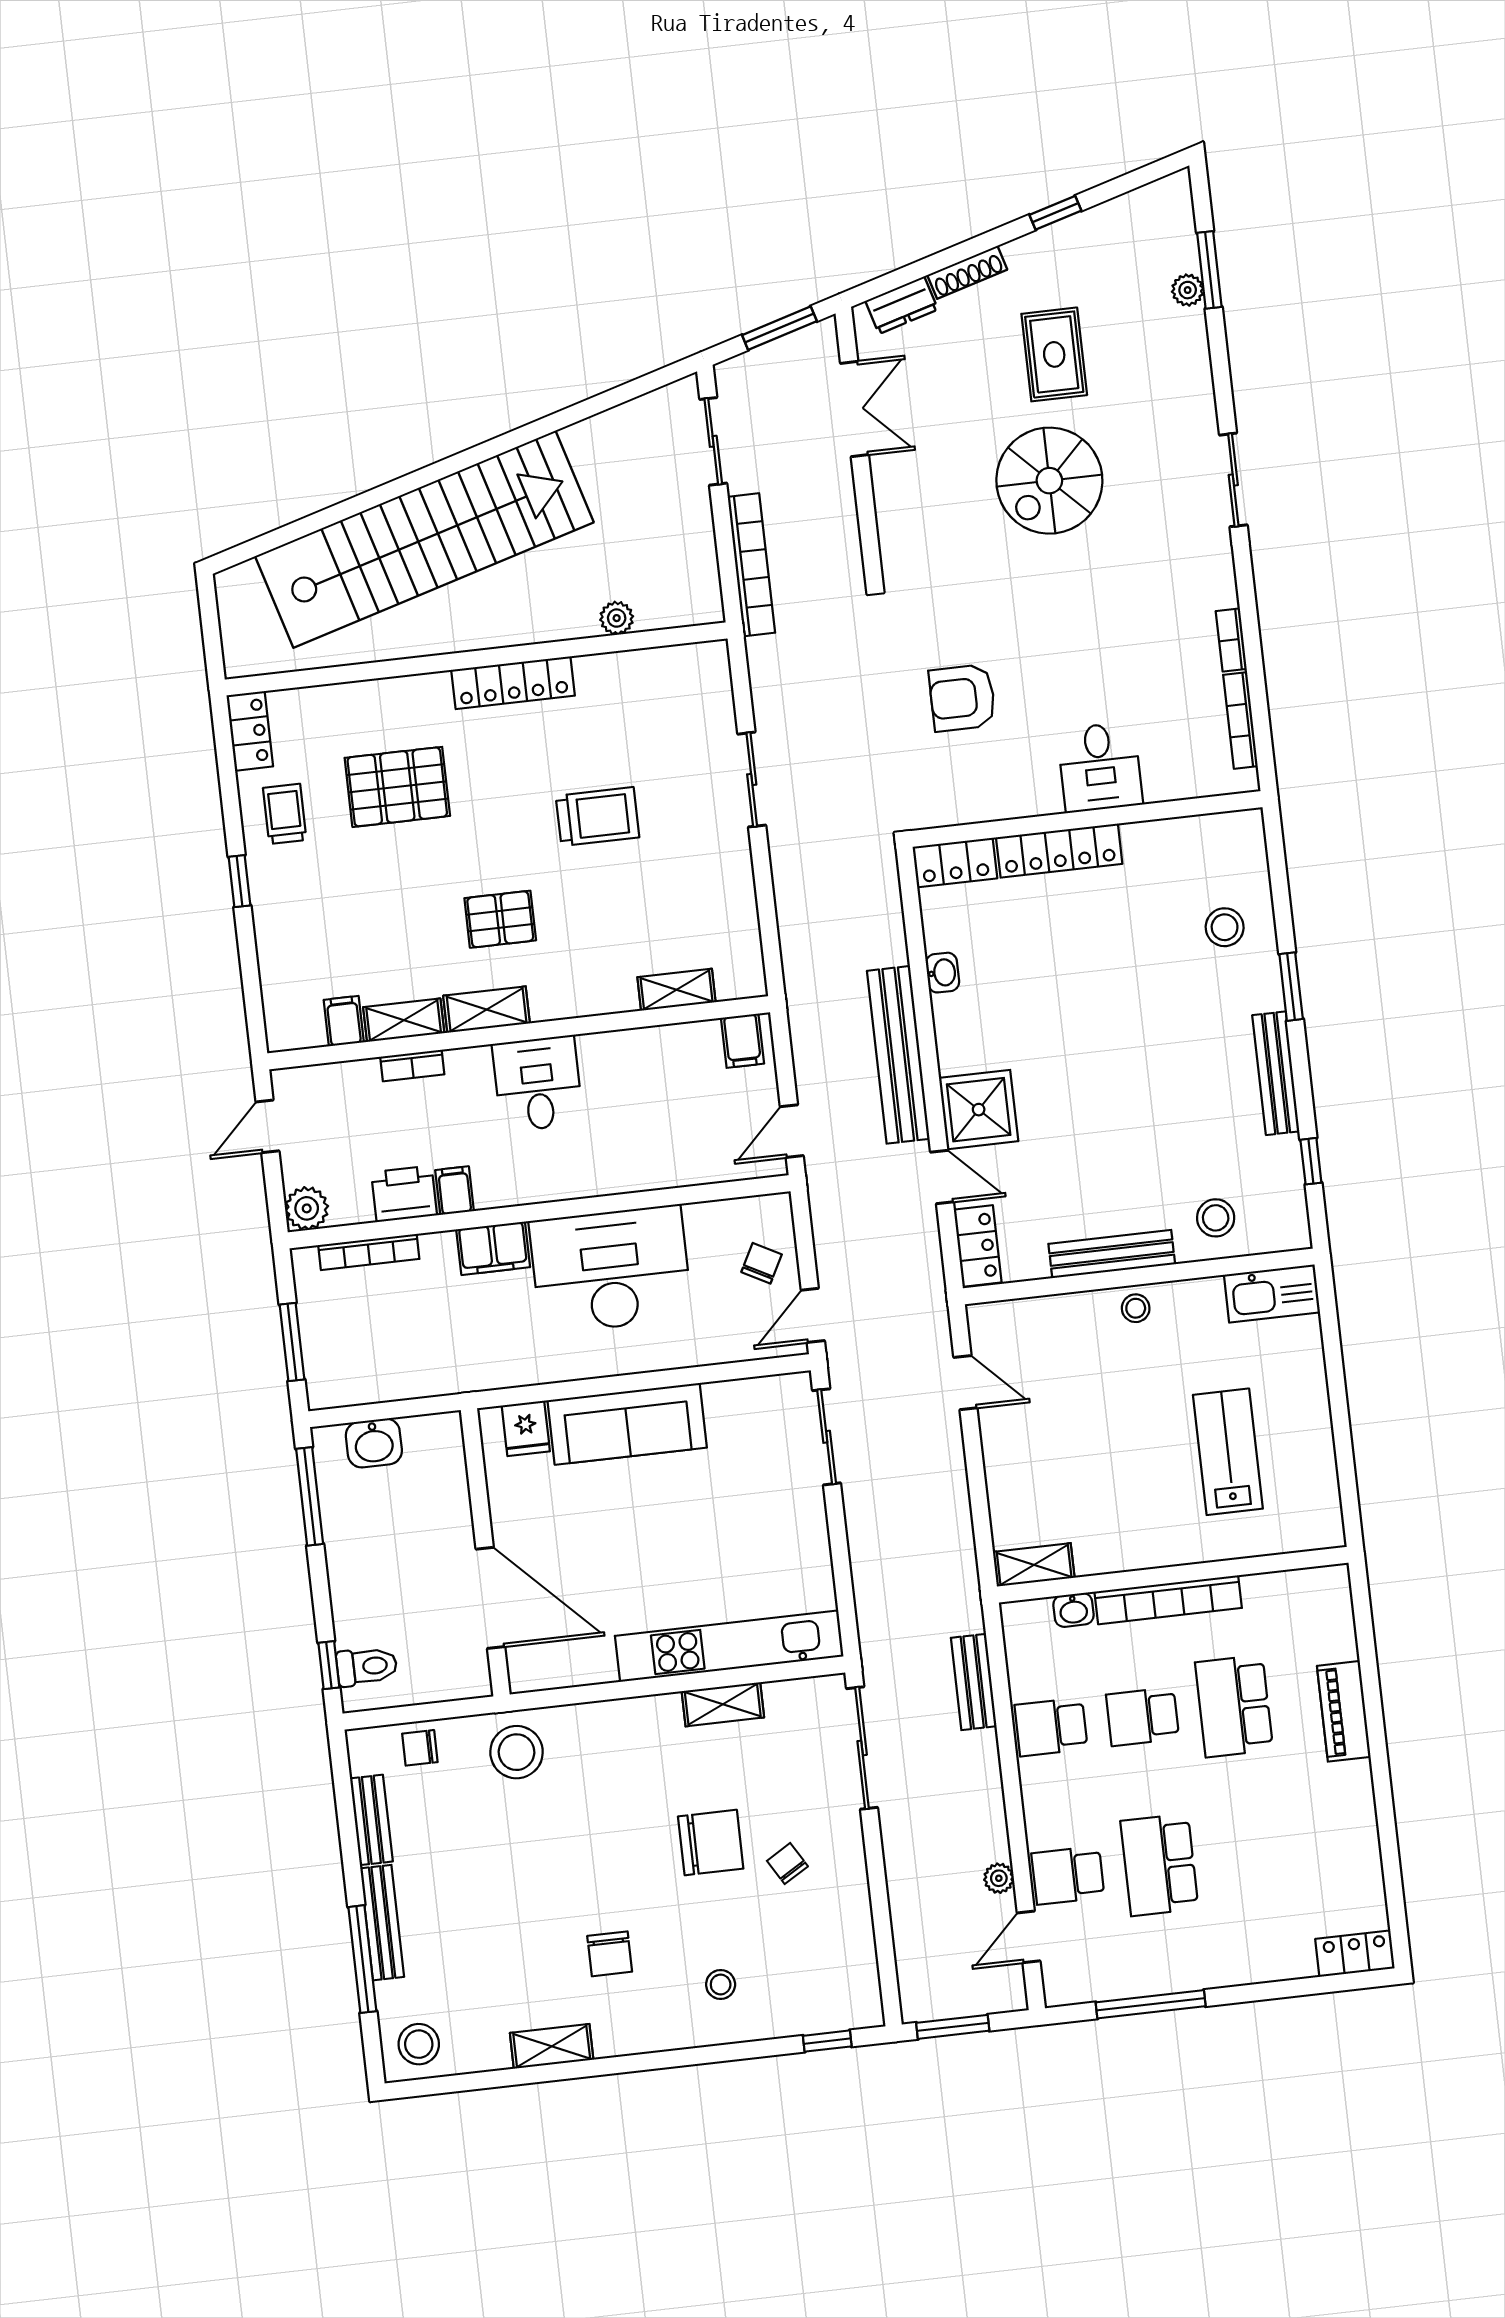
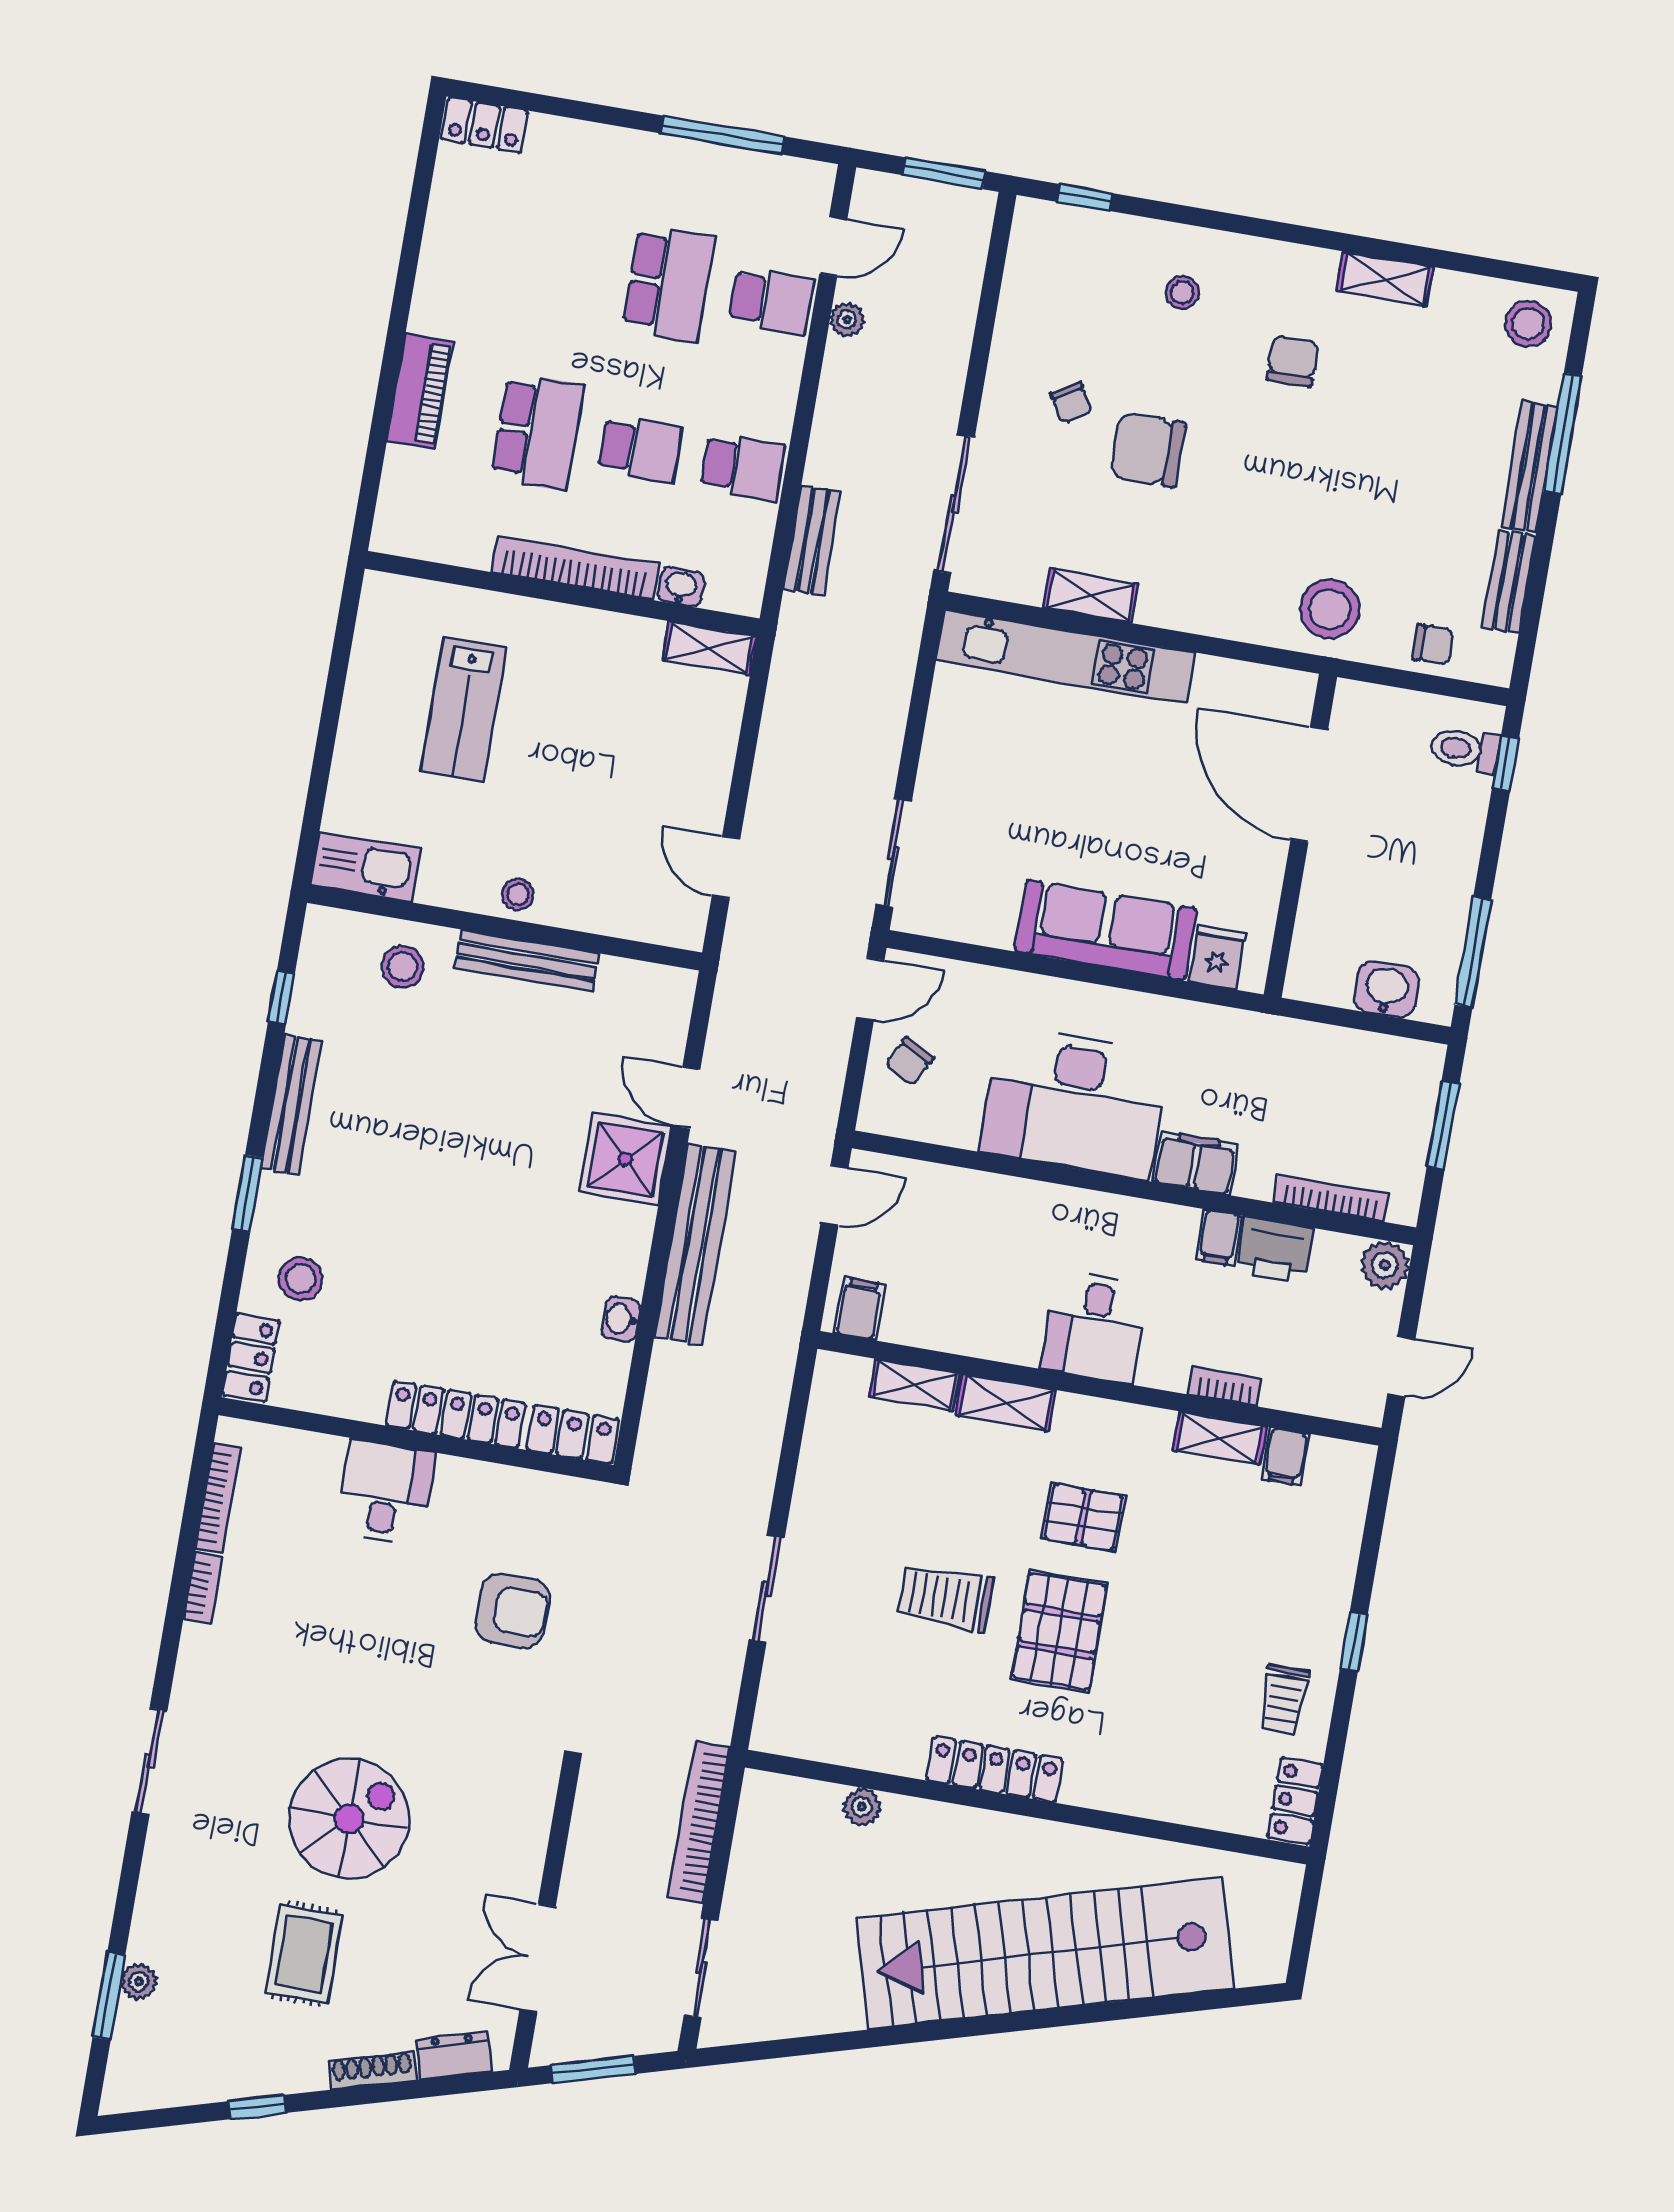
pallet: (397, 787) -> (1059, 1631), moved, turned 90
shelving: (487, 1010) -> (1006, 1403), moved
locker: (978, 1246) -> (251, 1358), moved, turned 180

